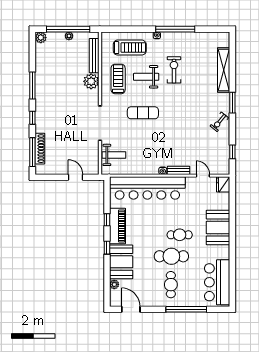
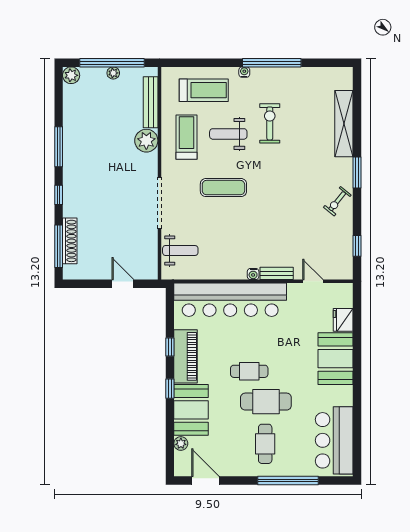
fridge: (223, 184) -> (343, 320), moved
cafe table: (180, 235) -> (249, 371), moved

